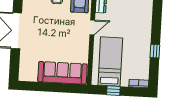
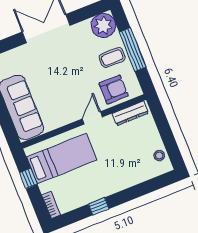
door: (92, 27) -> (92, 118), swing flipped

